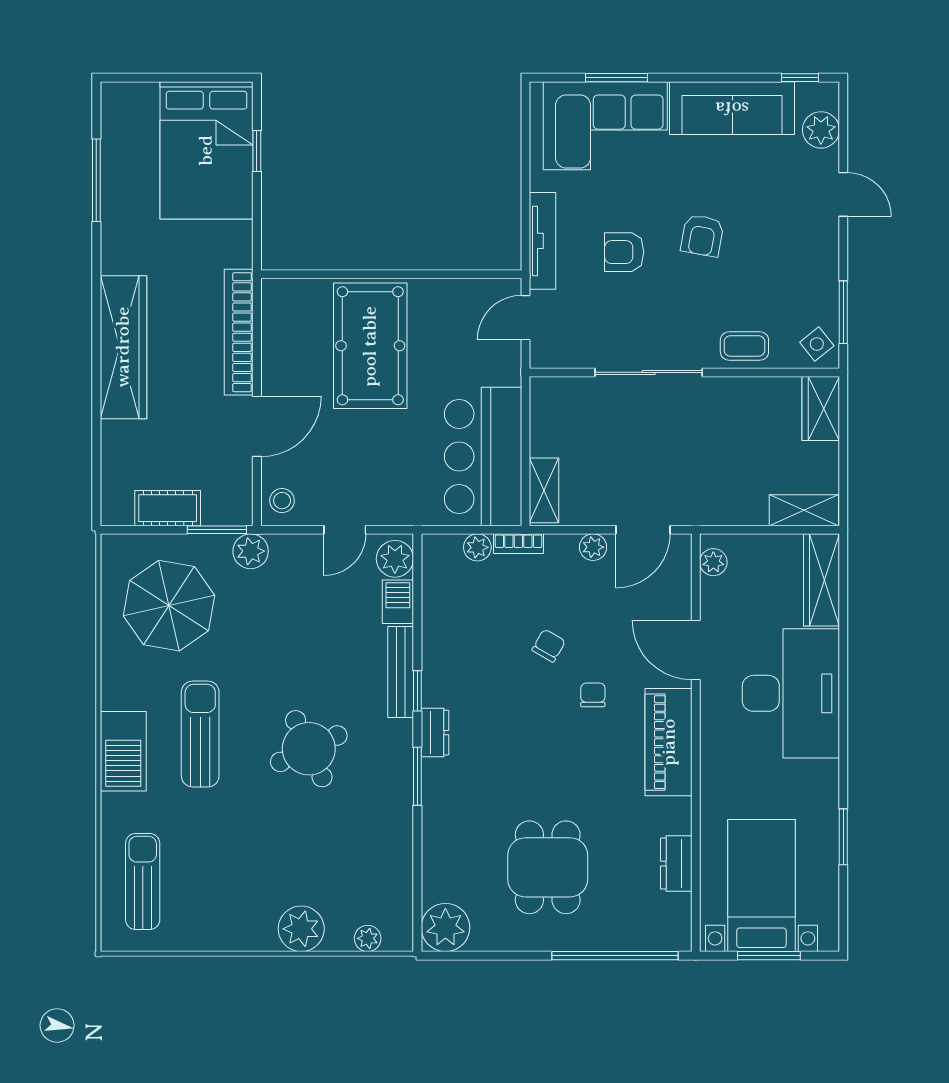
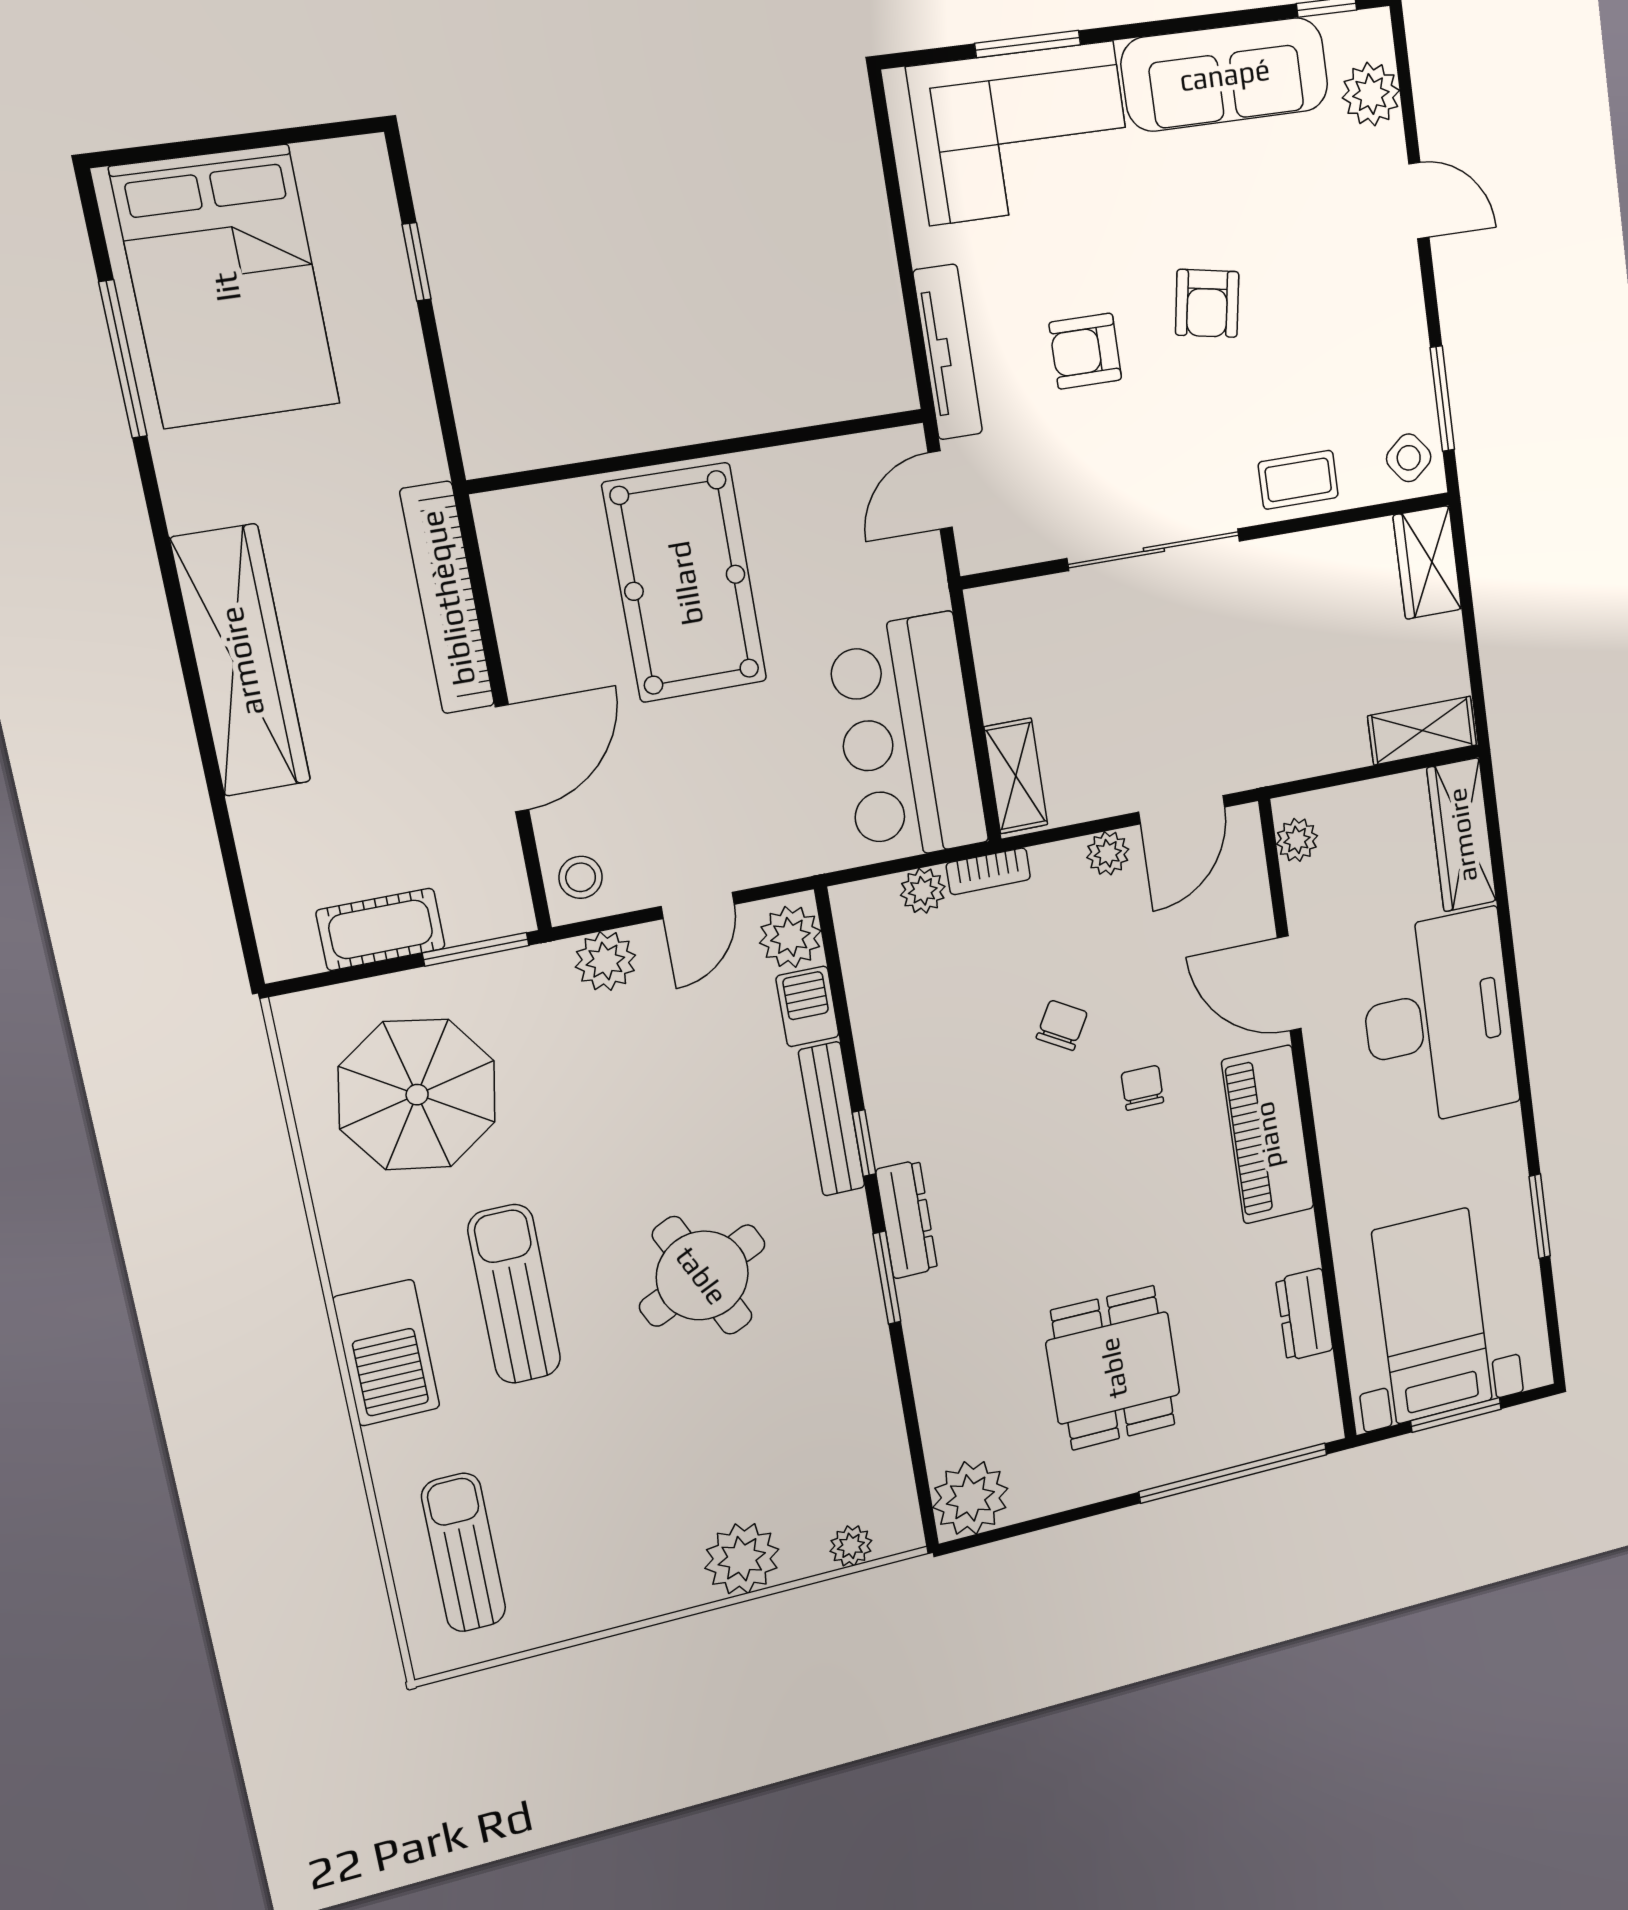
bed: (206, 150) -> (226, 287), moved
plant: (251, 551) -> (605, 961), moved
dresser: (435, 733) -> (906, 1219), width x1.44

